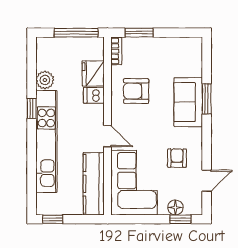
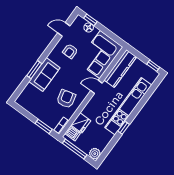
plant: (45, 80) -> (95, 154), moved
armchair: (136, 91) -> (66, 99), turned -104
dishwasher: (94, 95) -> (73, 133), moved
door: (107, 136) -> (96, 87), hinge flipped

